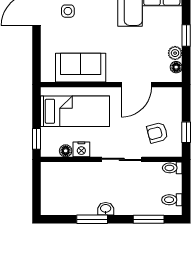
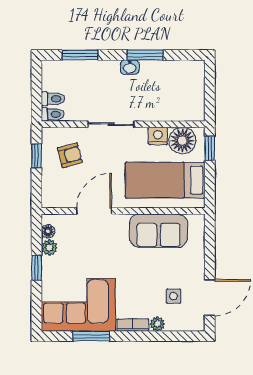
floor lamp: (66, 151) -> (182, 141), width x1.89, depth x1.89
toilet: (172, 200) -> (53, 99), moved

